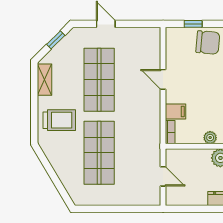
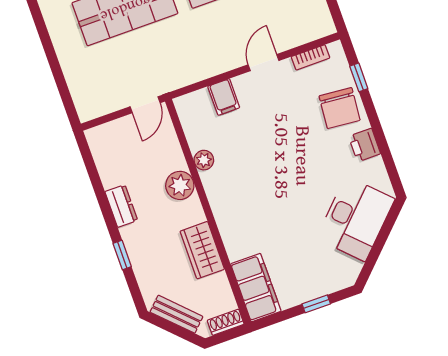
bookcase: (170, 132) -> (310, 57), moved
door: (163, 176) -> (145, 105), moved

